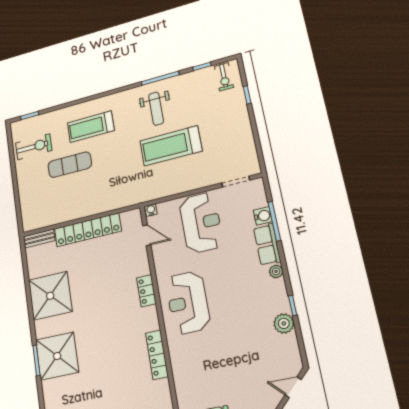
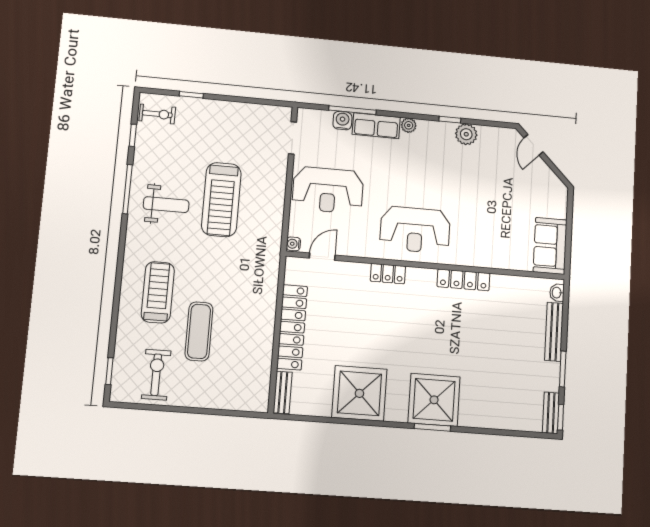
treadmill: (91, 127) -> (158, 292), turned 180
reception desk: (201, 223) -> (328, 190), turned 180

